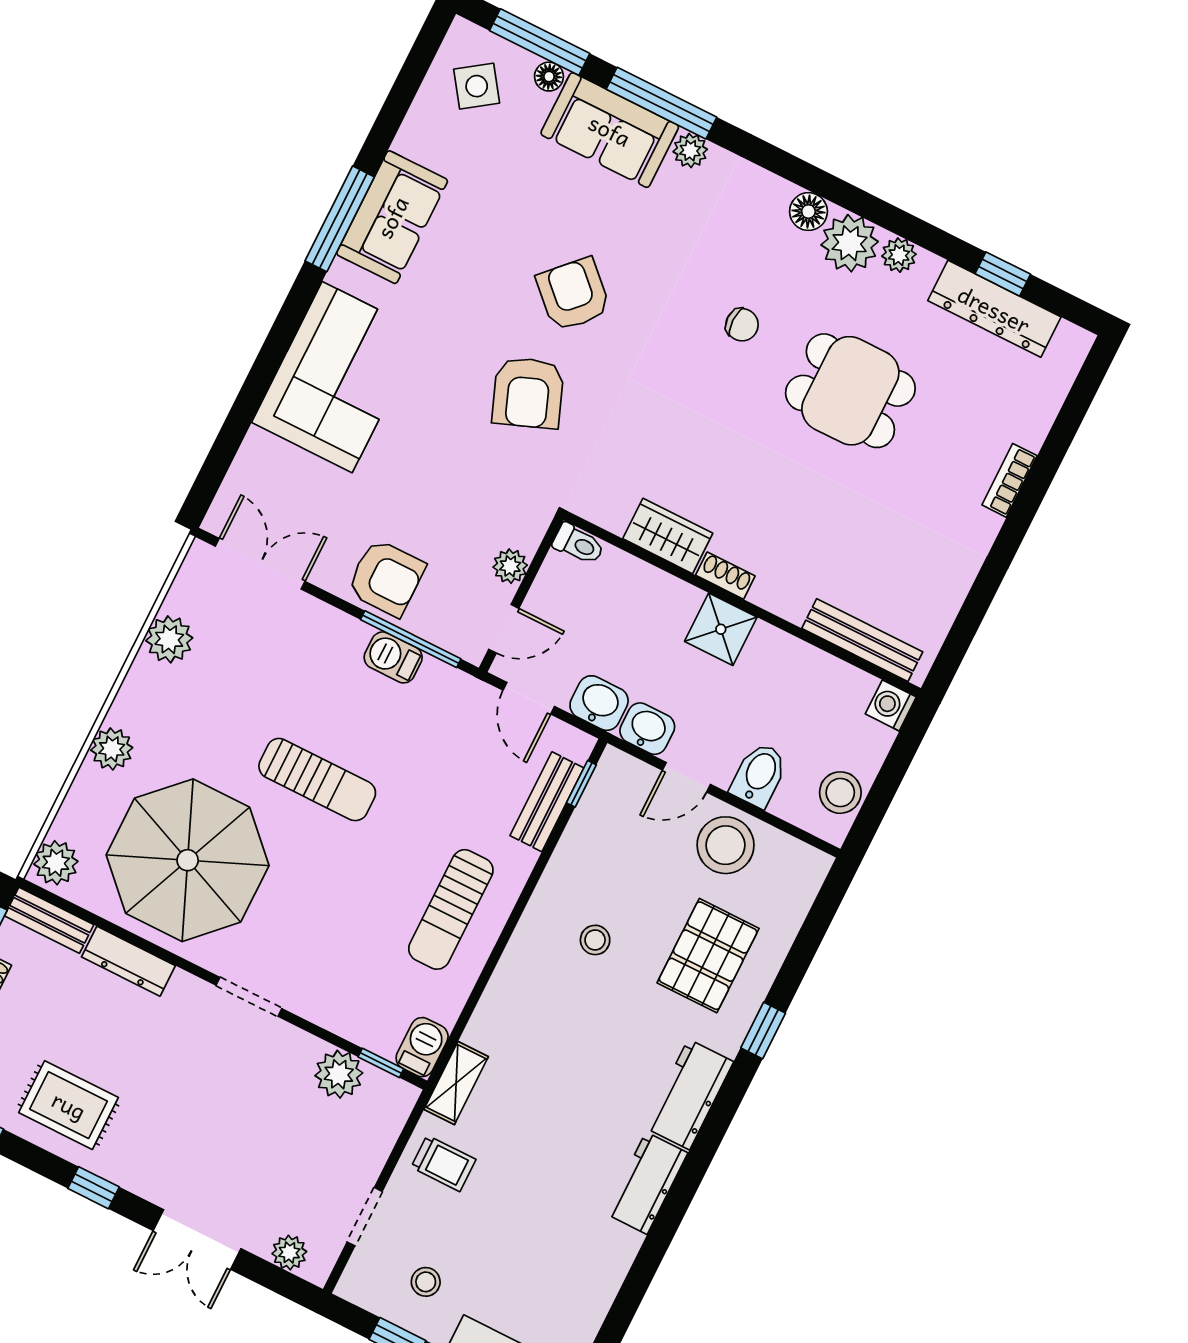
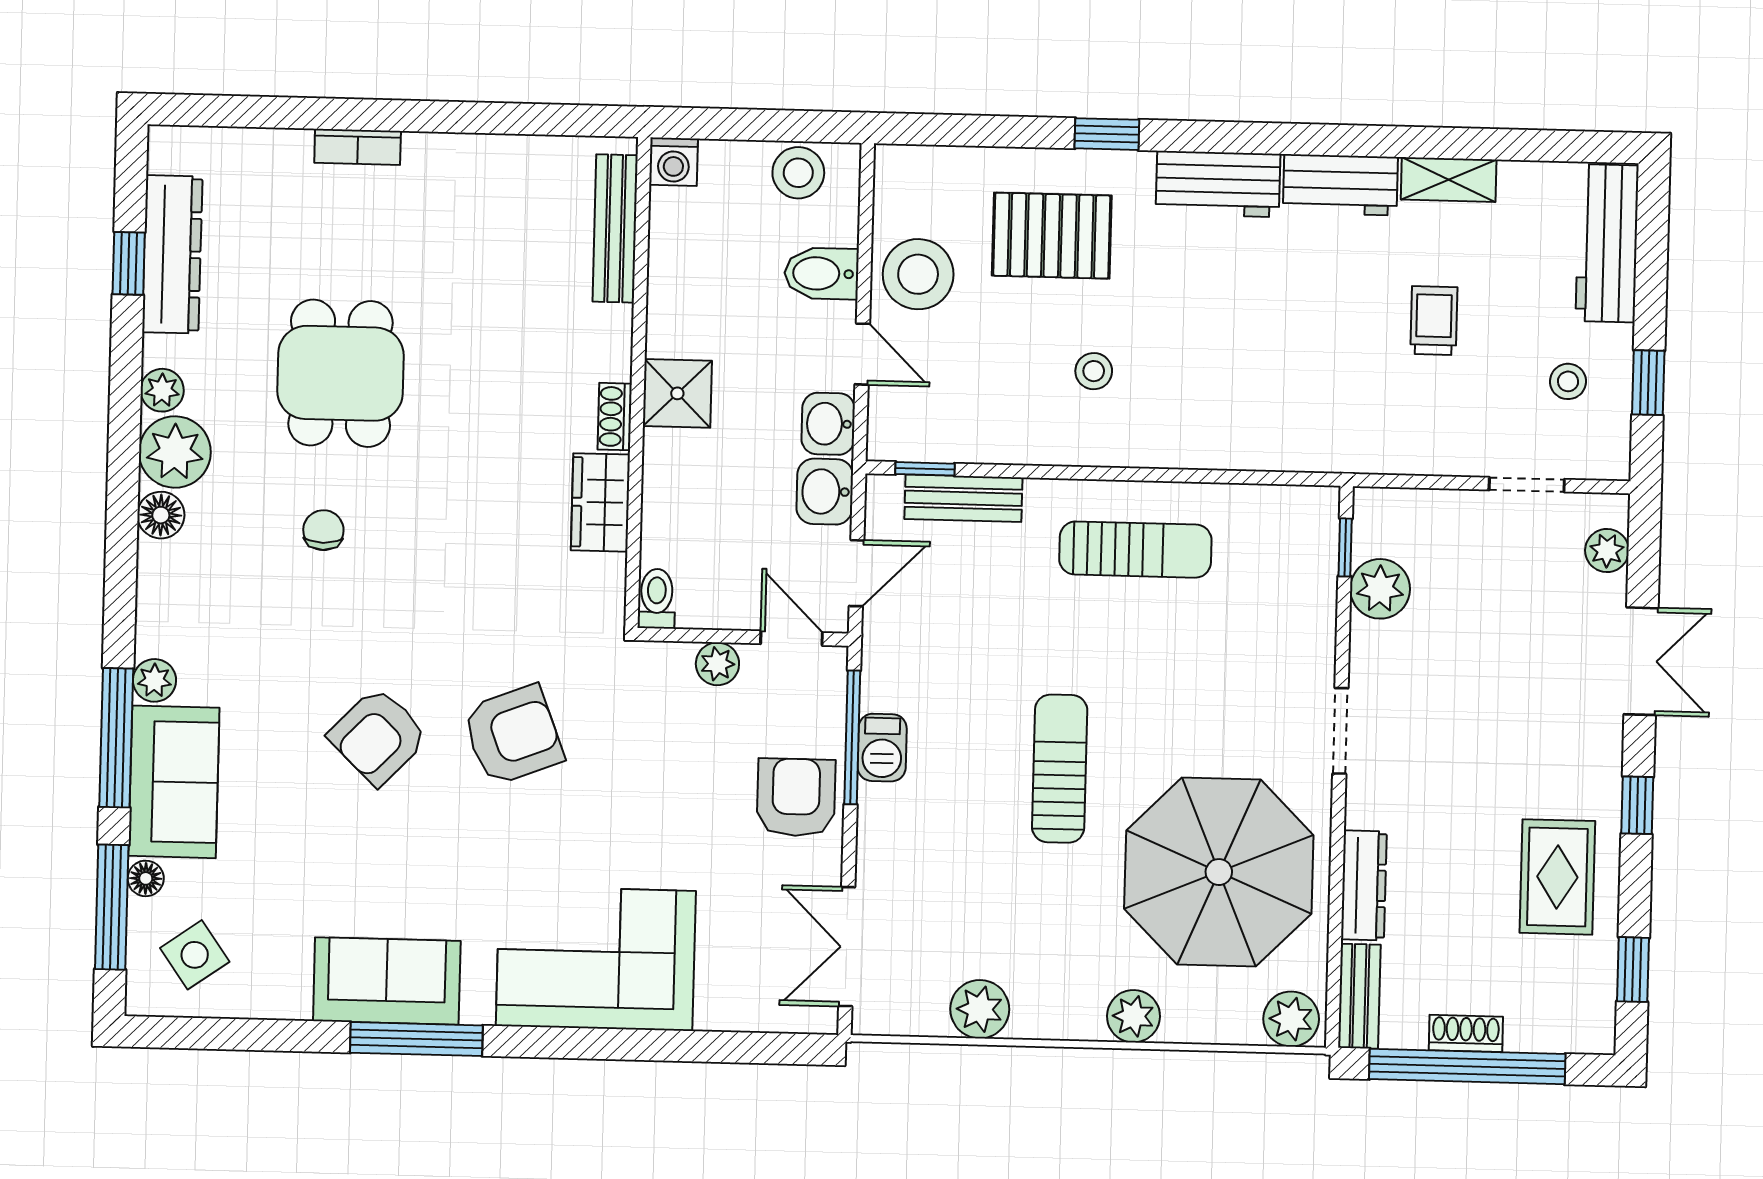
barbecue: (422, 1047) -> (1306, 509), removed
shelving: (456, 1083) -> (1449, 180), moved
trolley: (443, 1163) -> (1434, 321), moved

